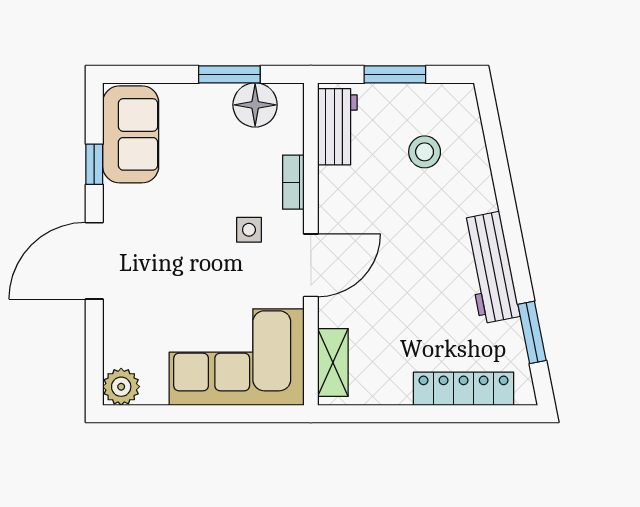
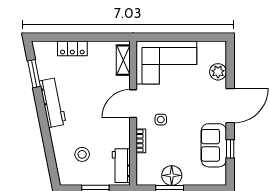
floor lamp: (255, 105) -> (172, 175), moved
sofa: (131, 134) -> (214, 145), moved
plant: (121, 387) -> (218, 72), moved
locker: (464, 389) -> (72, 48), width x0.66

